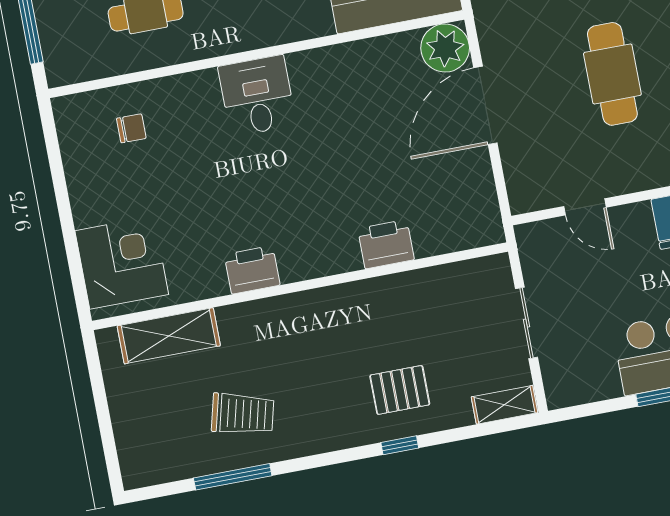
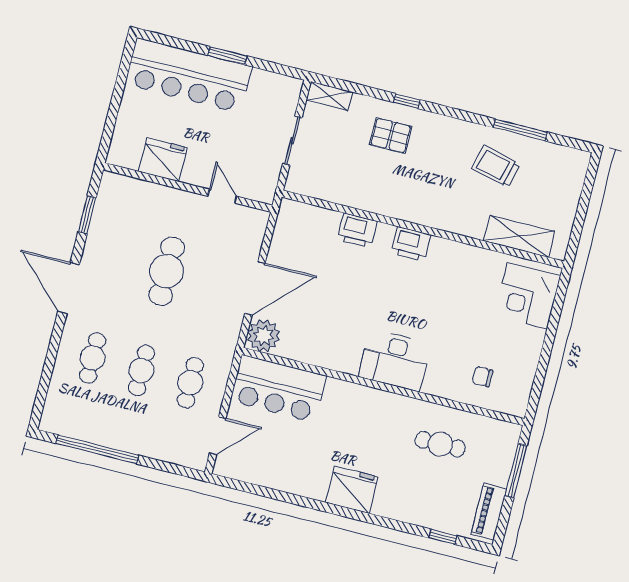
desk: (257, 96) -> (395, 360), width x1.37
printer: (252, 270) -> (411, 244), moved

